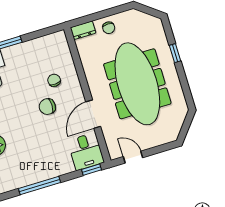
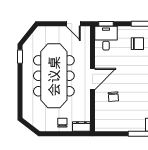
window: (175, 53) -> (20, 57), moved
chair: (47, 107) -> (137, 44), moved
door: (93, 114) -> (92, 79), moved

